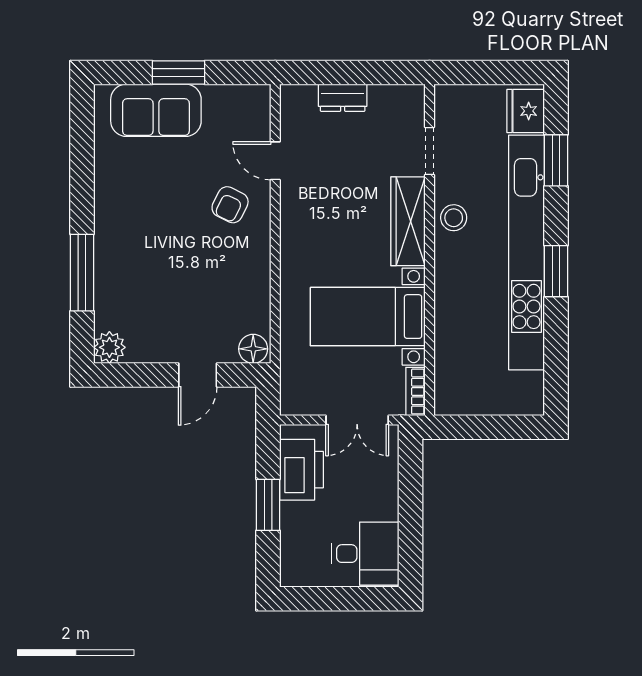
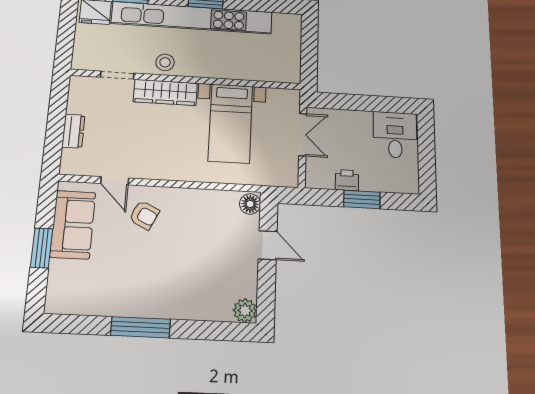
sofa: (156, 110) -> (73, 225), moved
door: (275, 161) -> (115, 181), hinge flipped
window: (82, 273) -> (141, 327), moved
bookcase: (415, 391) -> (284, 95), removed
printer: (301, 470) -> (347, 180), width x0.53, depth x0.68

